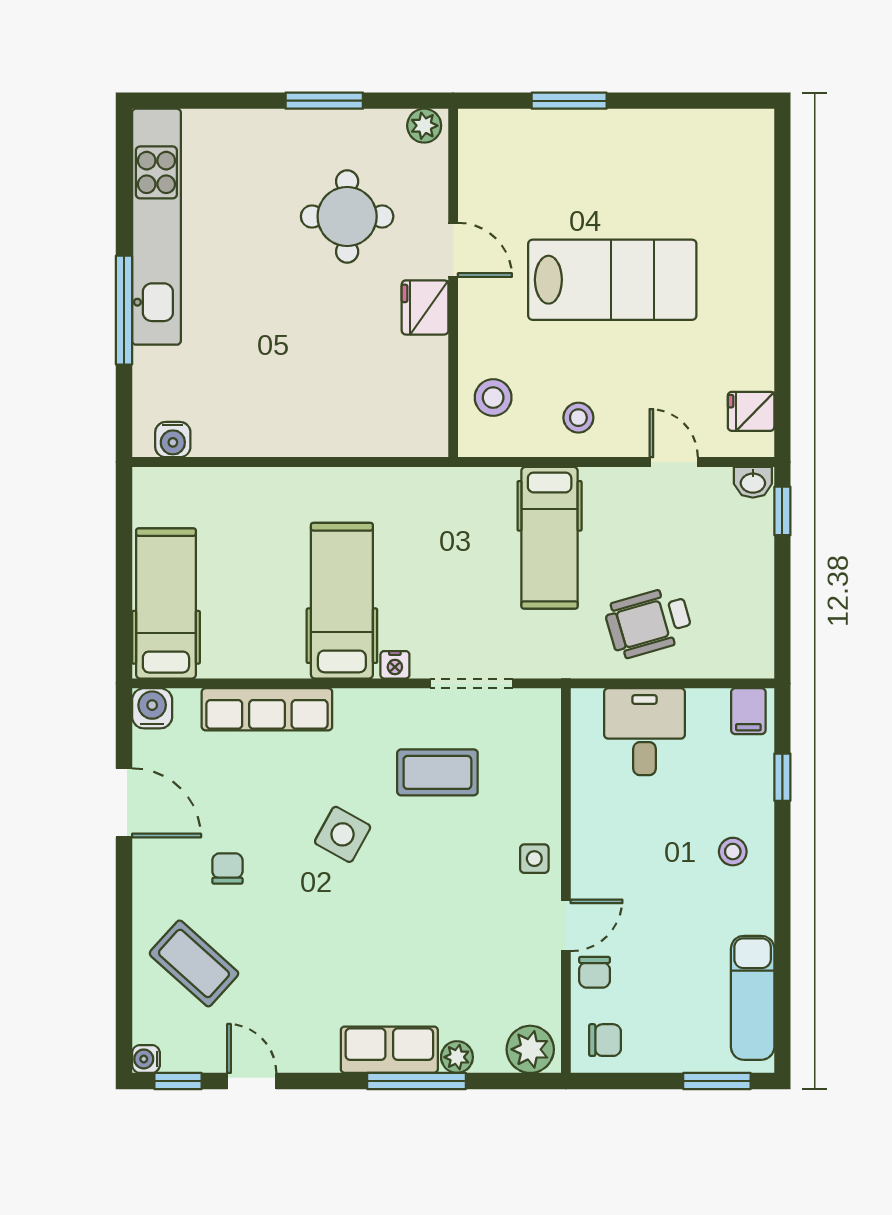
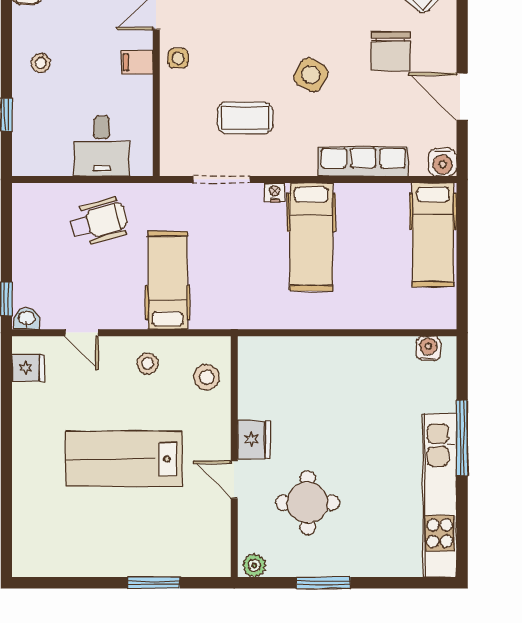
filing cabinet: (748, 711) -> (137, 62), moved, turned -90
chair: (227, 869) -> (390, 51), width x1.87, depth x1.87

